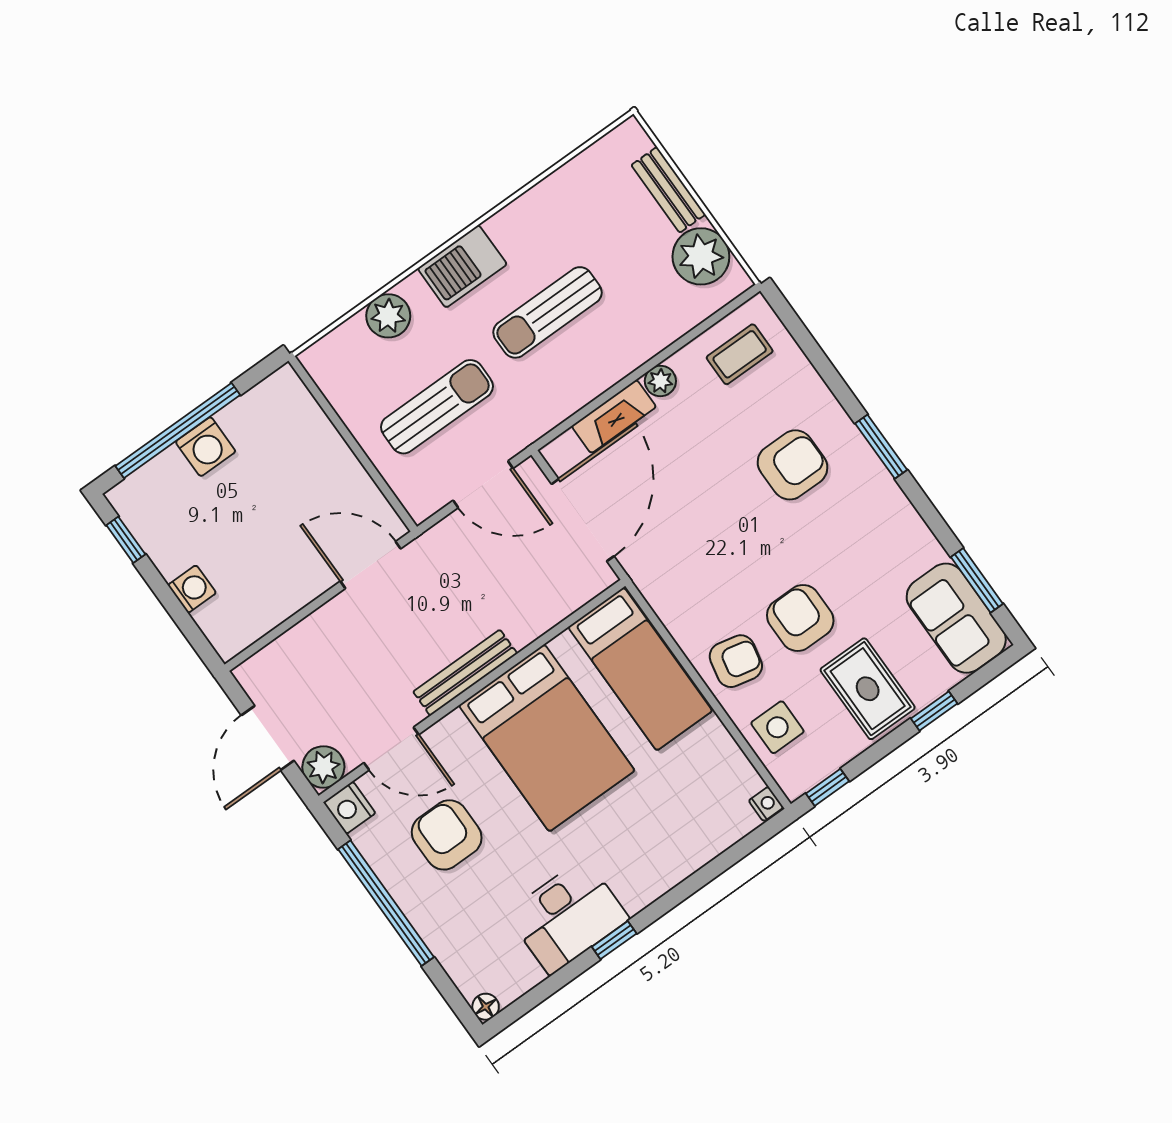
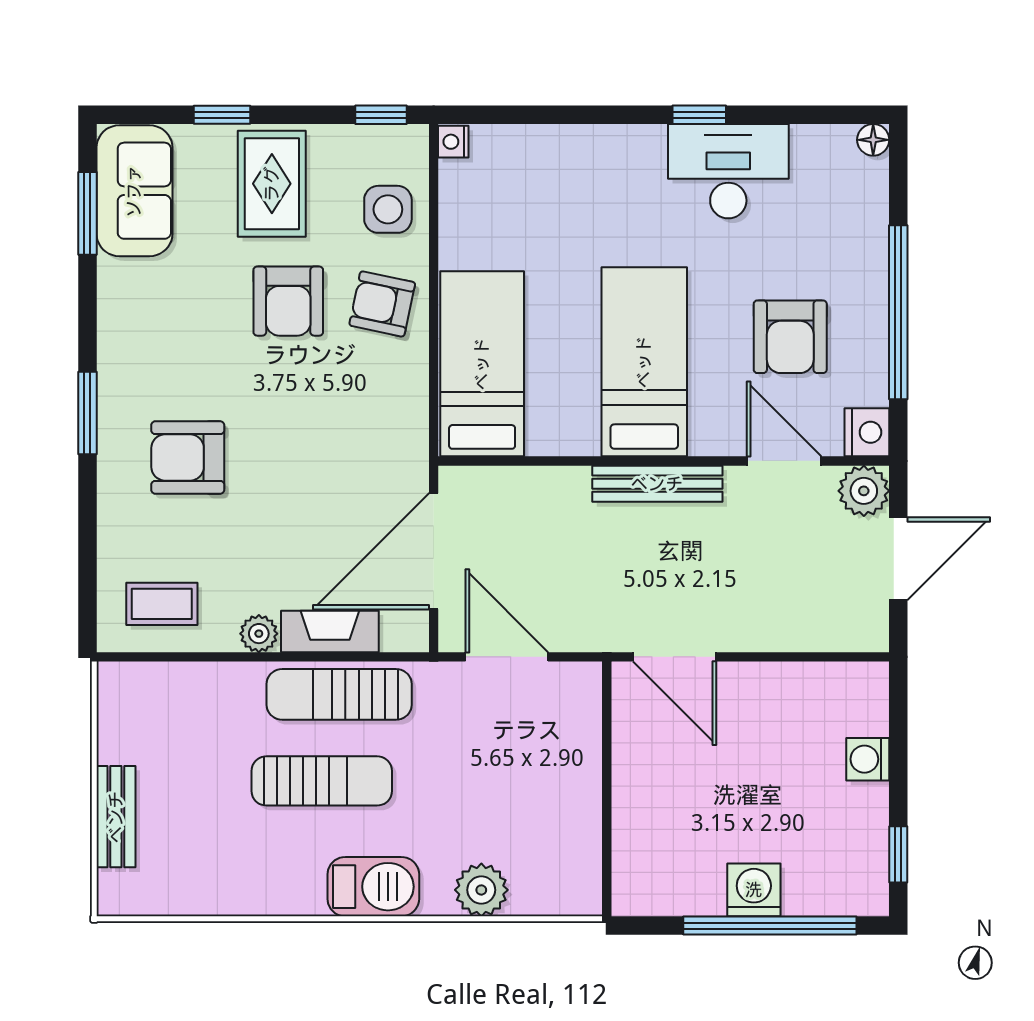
plant: (701, 256) -> (131, 728), removed
sun lounger: (437, 407) -> (339, 694), moved
bed: (547, 738) -> (644, 362), width x0.67

